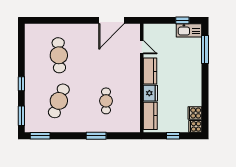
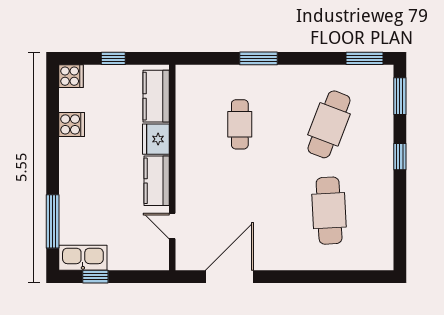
cooker: (195, 113) -> (72, 124), moved

